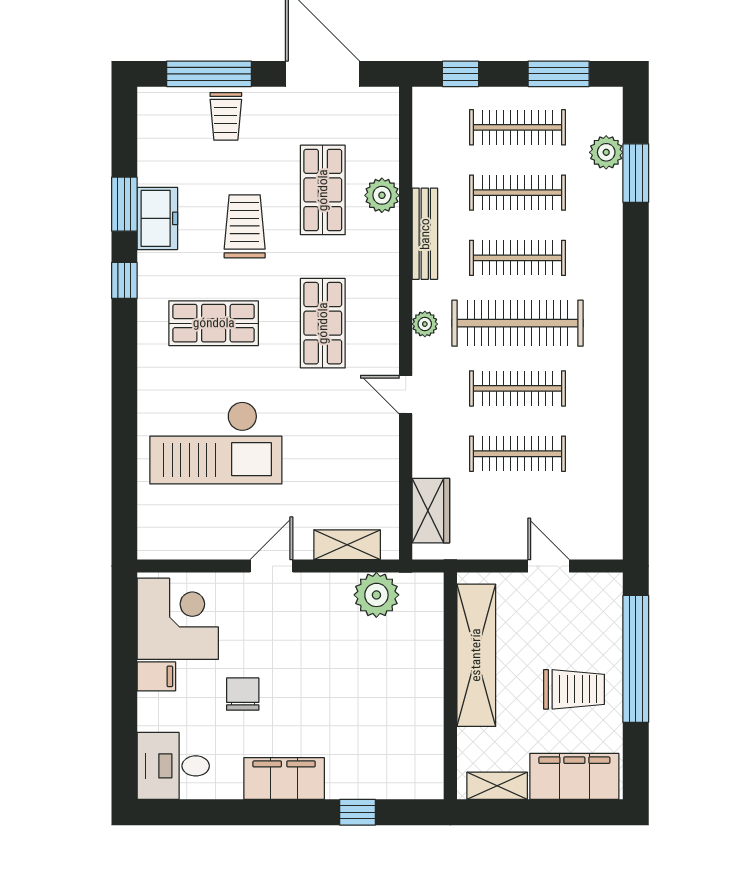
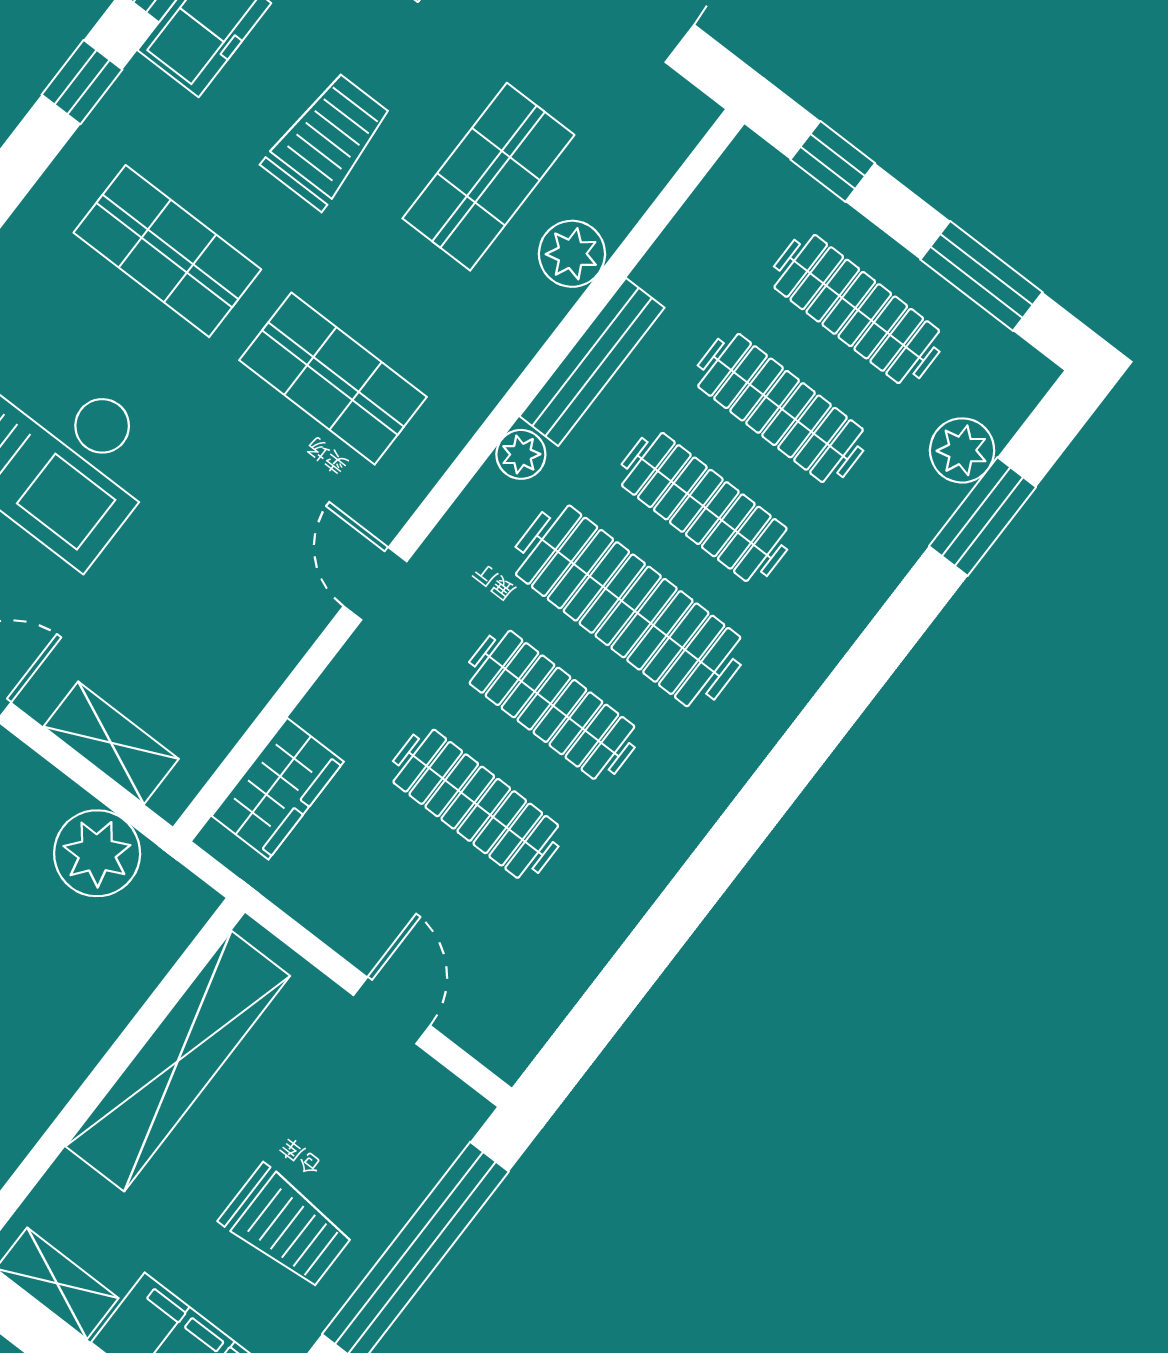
shop shelf: (323, 323) -> (333, 379), turned 90
plant: (425, 324) -> (521, 454), moved

